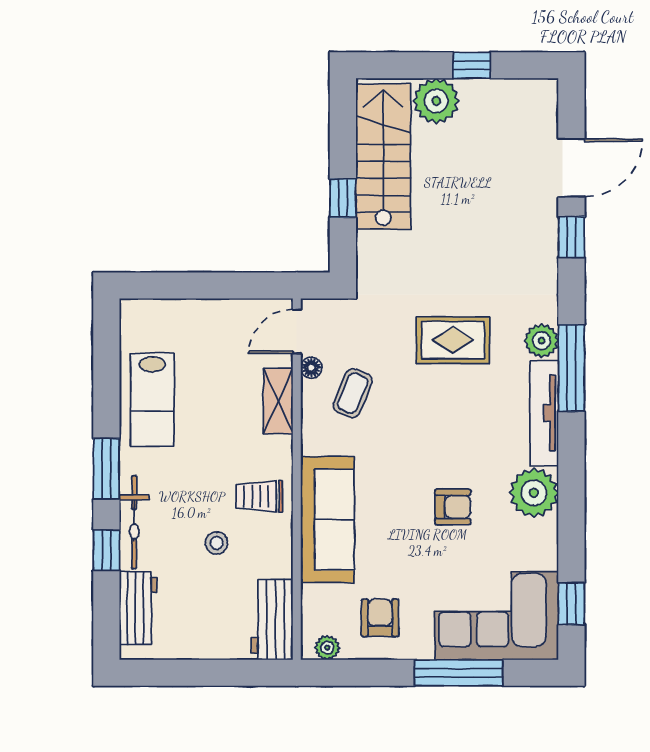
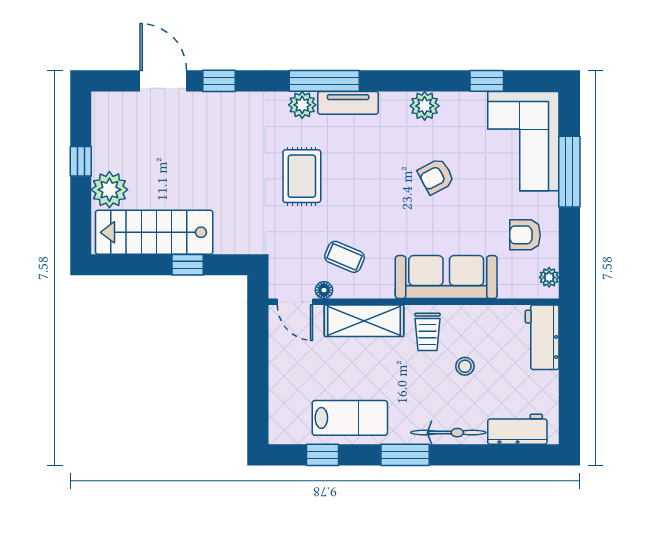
shelving: (278, 401) -> (364, 321), width x1.50, depth x1.33
tv unit: (544, 413) -> (348, 103), width x0.71
plant: (534, 493) -> (425, 106), width x0.73, depth x0.73
armchair: (453, 507) -> (436, 176), turned -118
window: (106, 550) -> (322, 455), moved
window: (571, 604) -> (487, 81), moved
workbench: (272, 620) -> (542, 337), moved, turned 90

